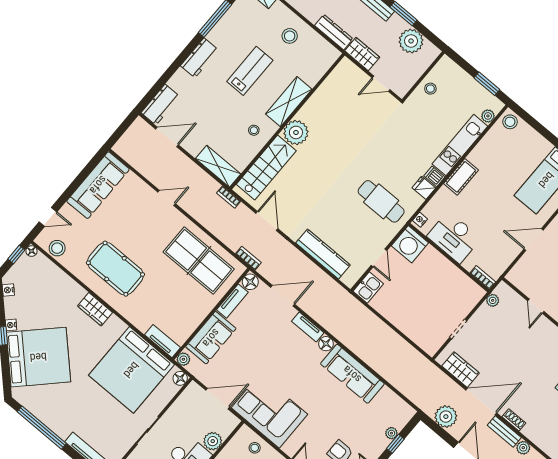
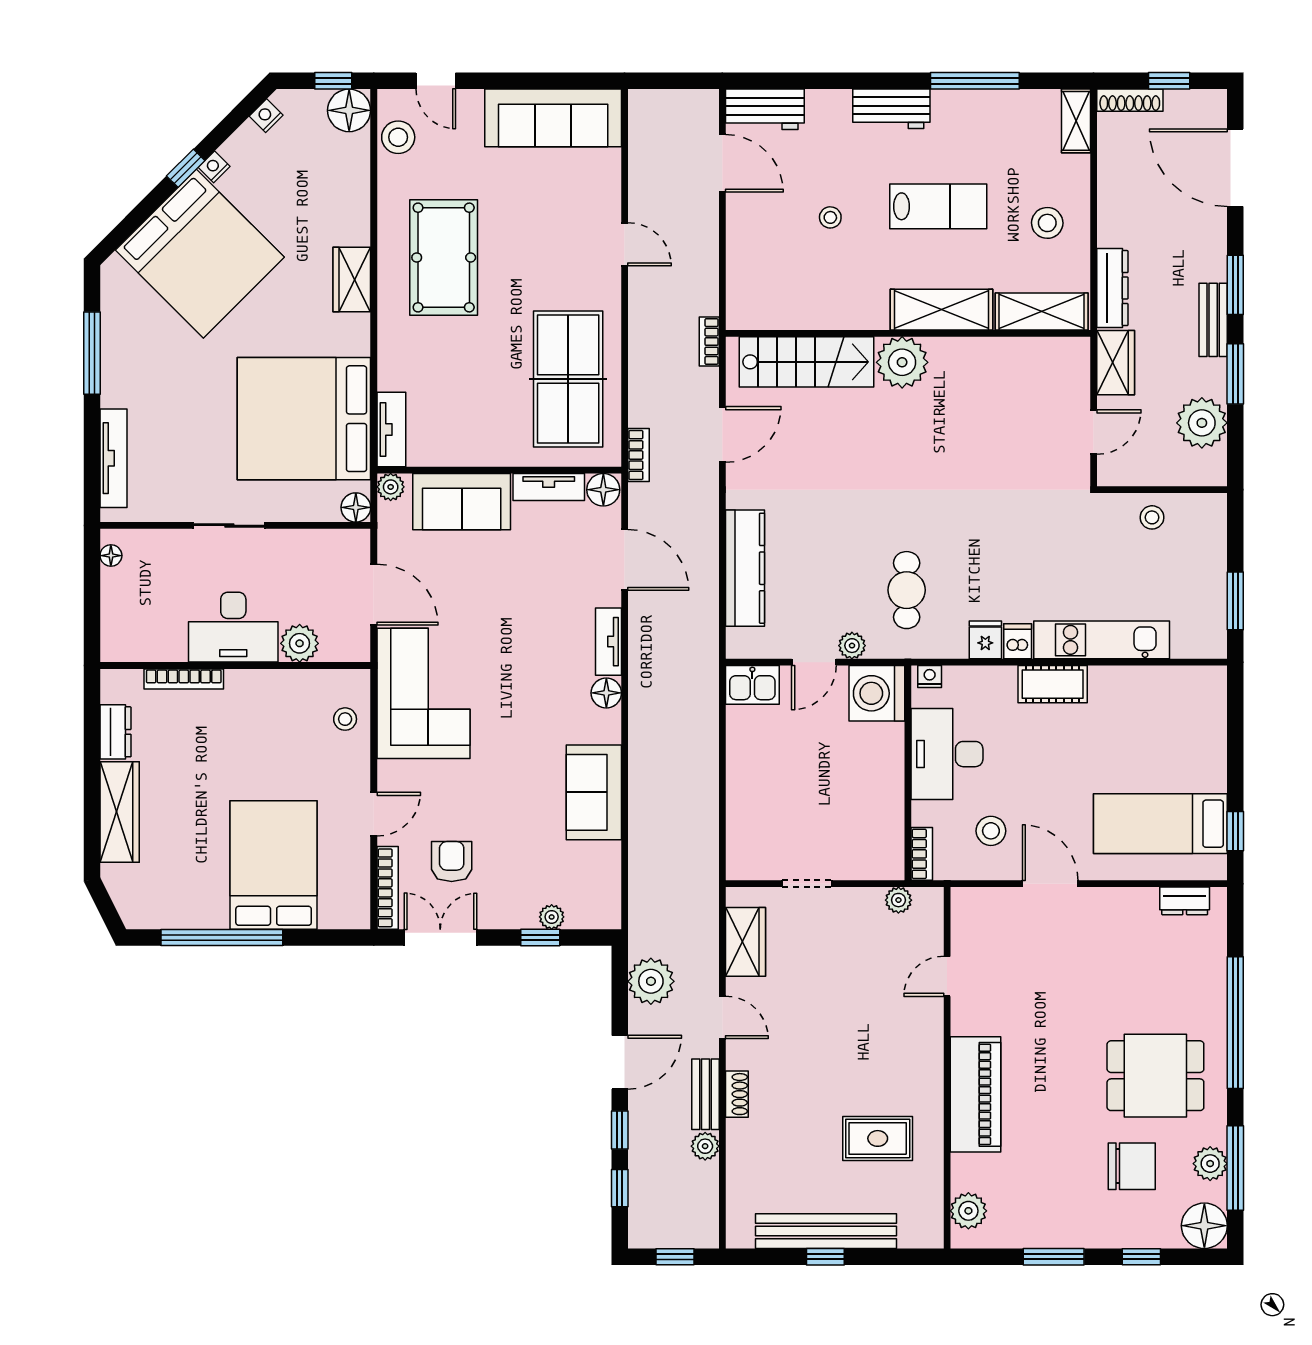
door: (381, 84) -> (1094, 432), swing flipped
plant: (488, 116) -> (852, 646), moved
stool: (510, 122) -> (991, 831), moved
stool: (254, 130) -> (830, 217), moved
shelving: (218, 166) -> (1042, 311), moved, turned 90
cafe table: (381, 201) -> (907, 590), width x0.73, depth x0.74
floor lamp: (31, 251) -> (349, 110), width x1.89, depth x1.89
sofa: (352, 374) -> (594, 792), width x0.73
door: (481, 401) -> (722, 1017), width x0.53
window: (42, 428) -> (92, 353), width x0.68

